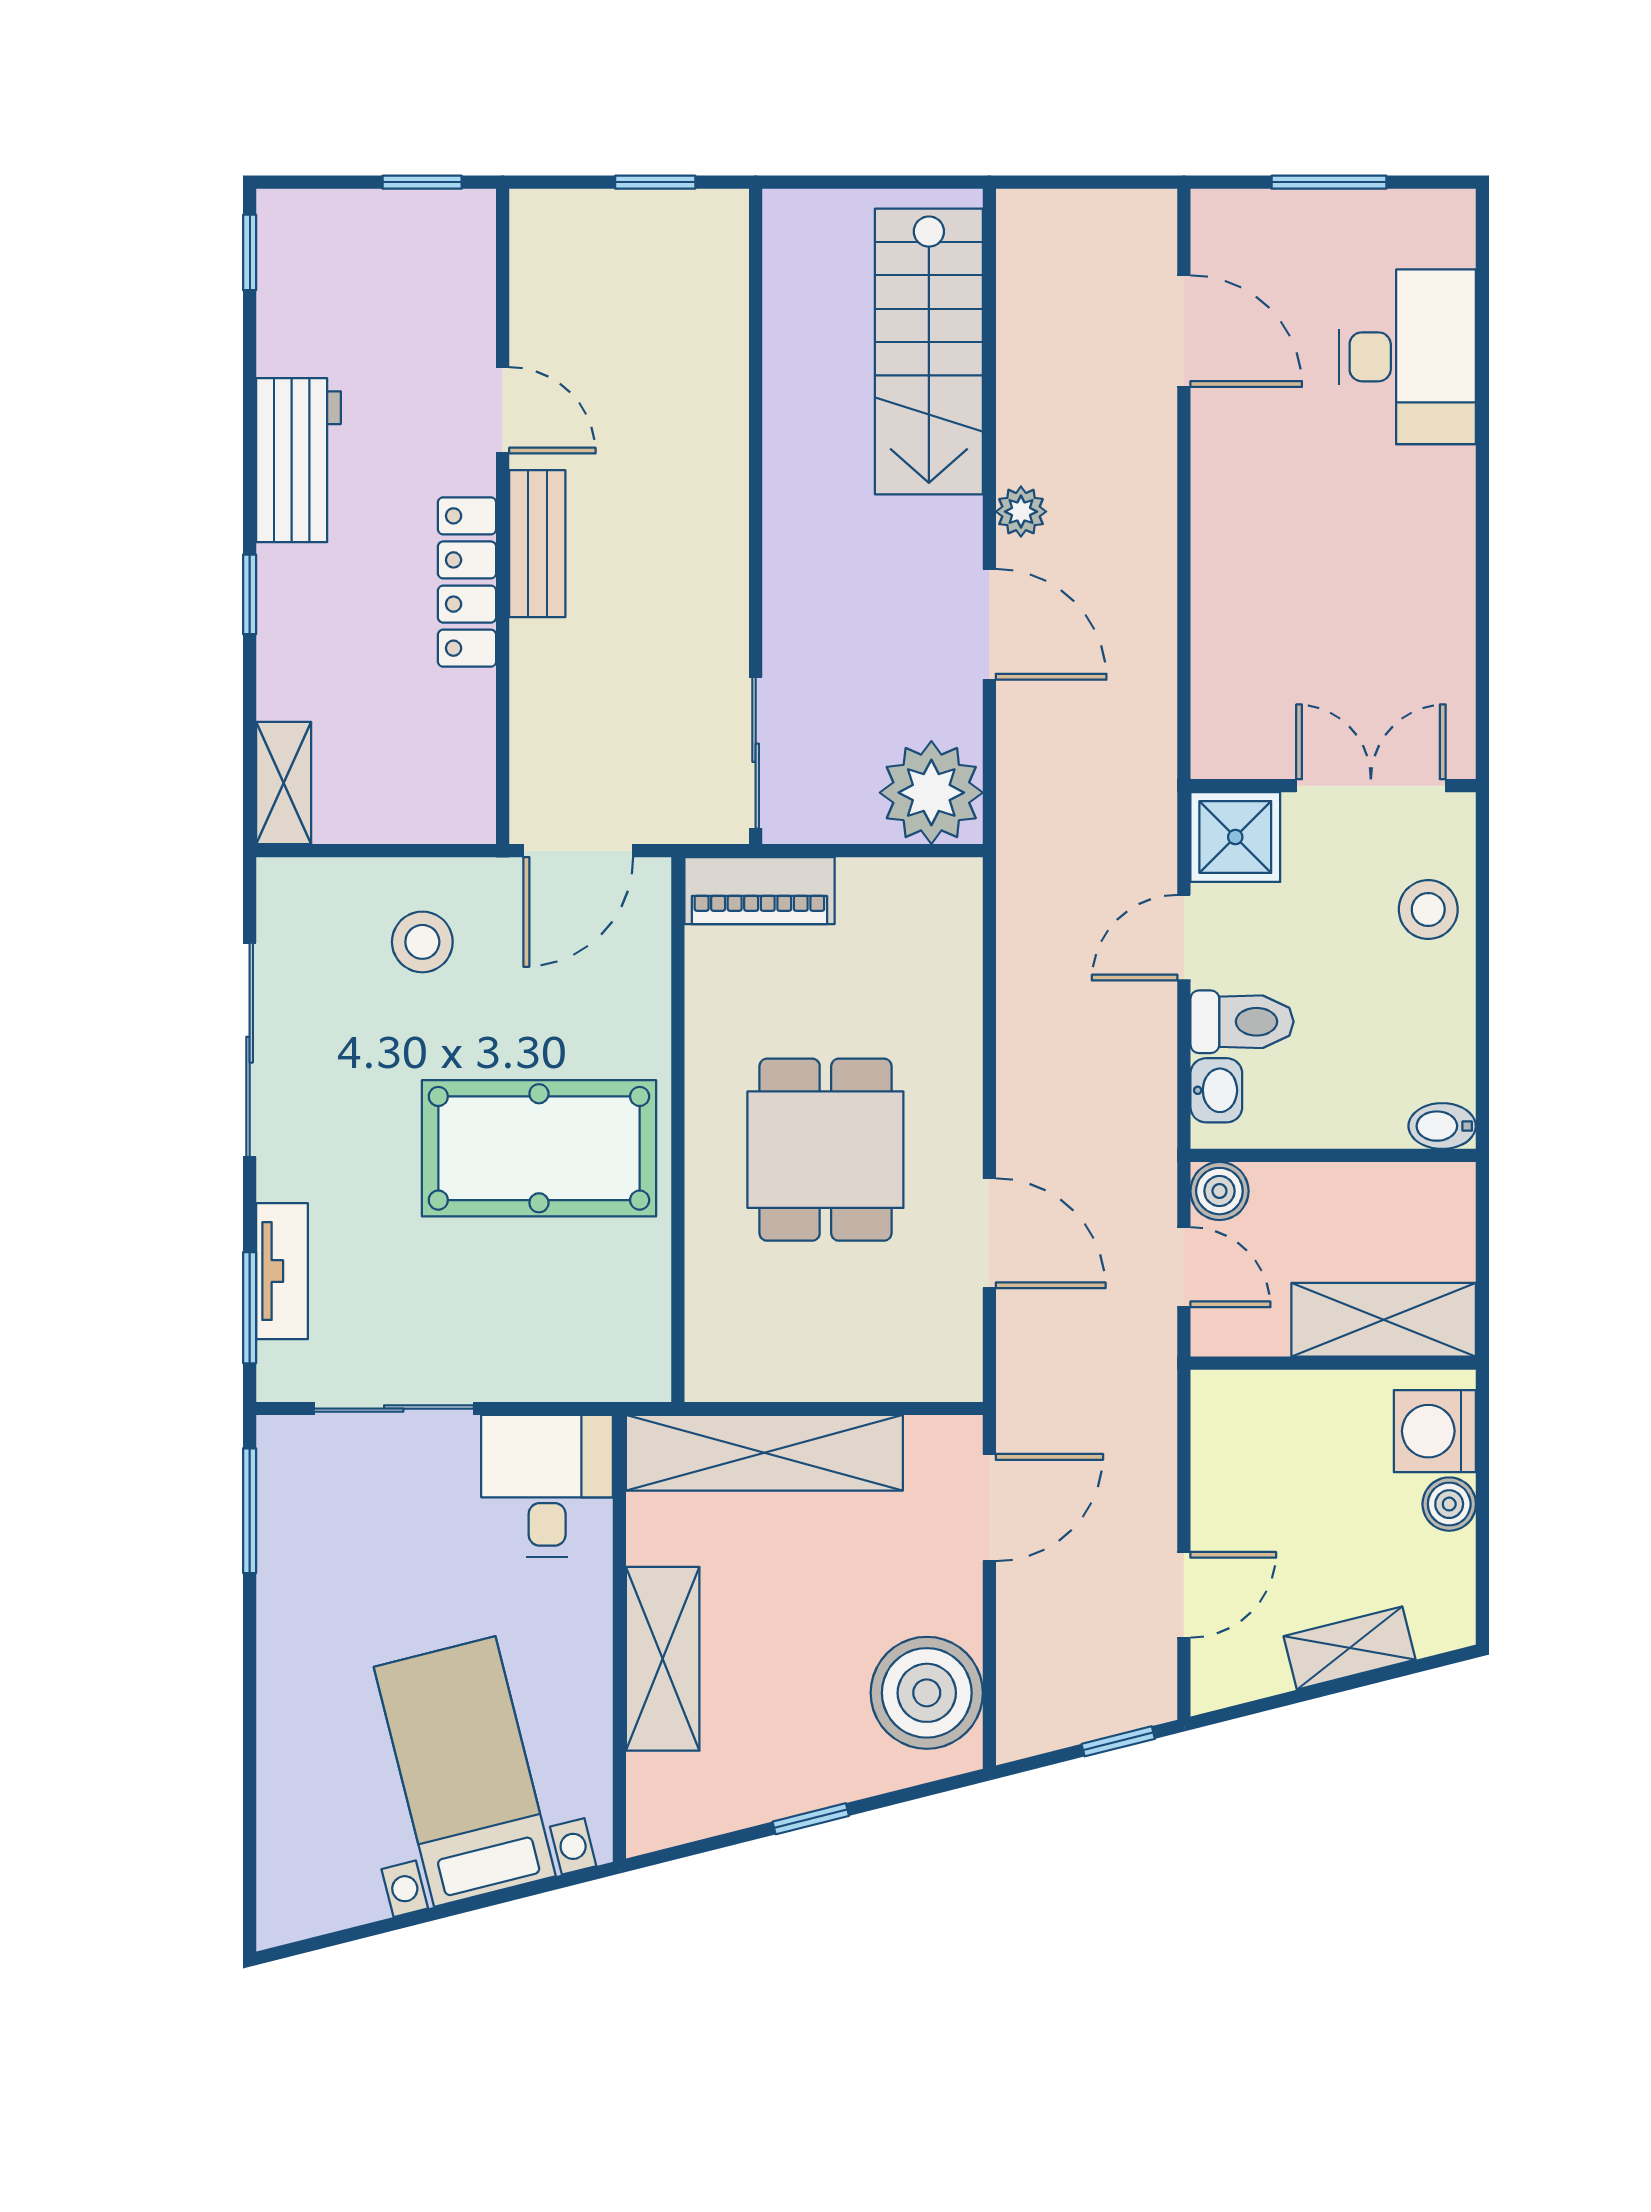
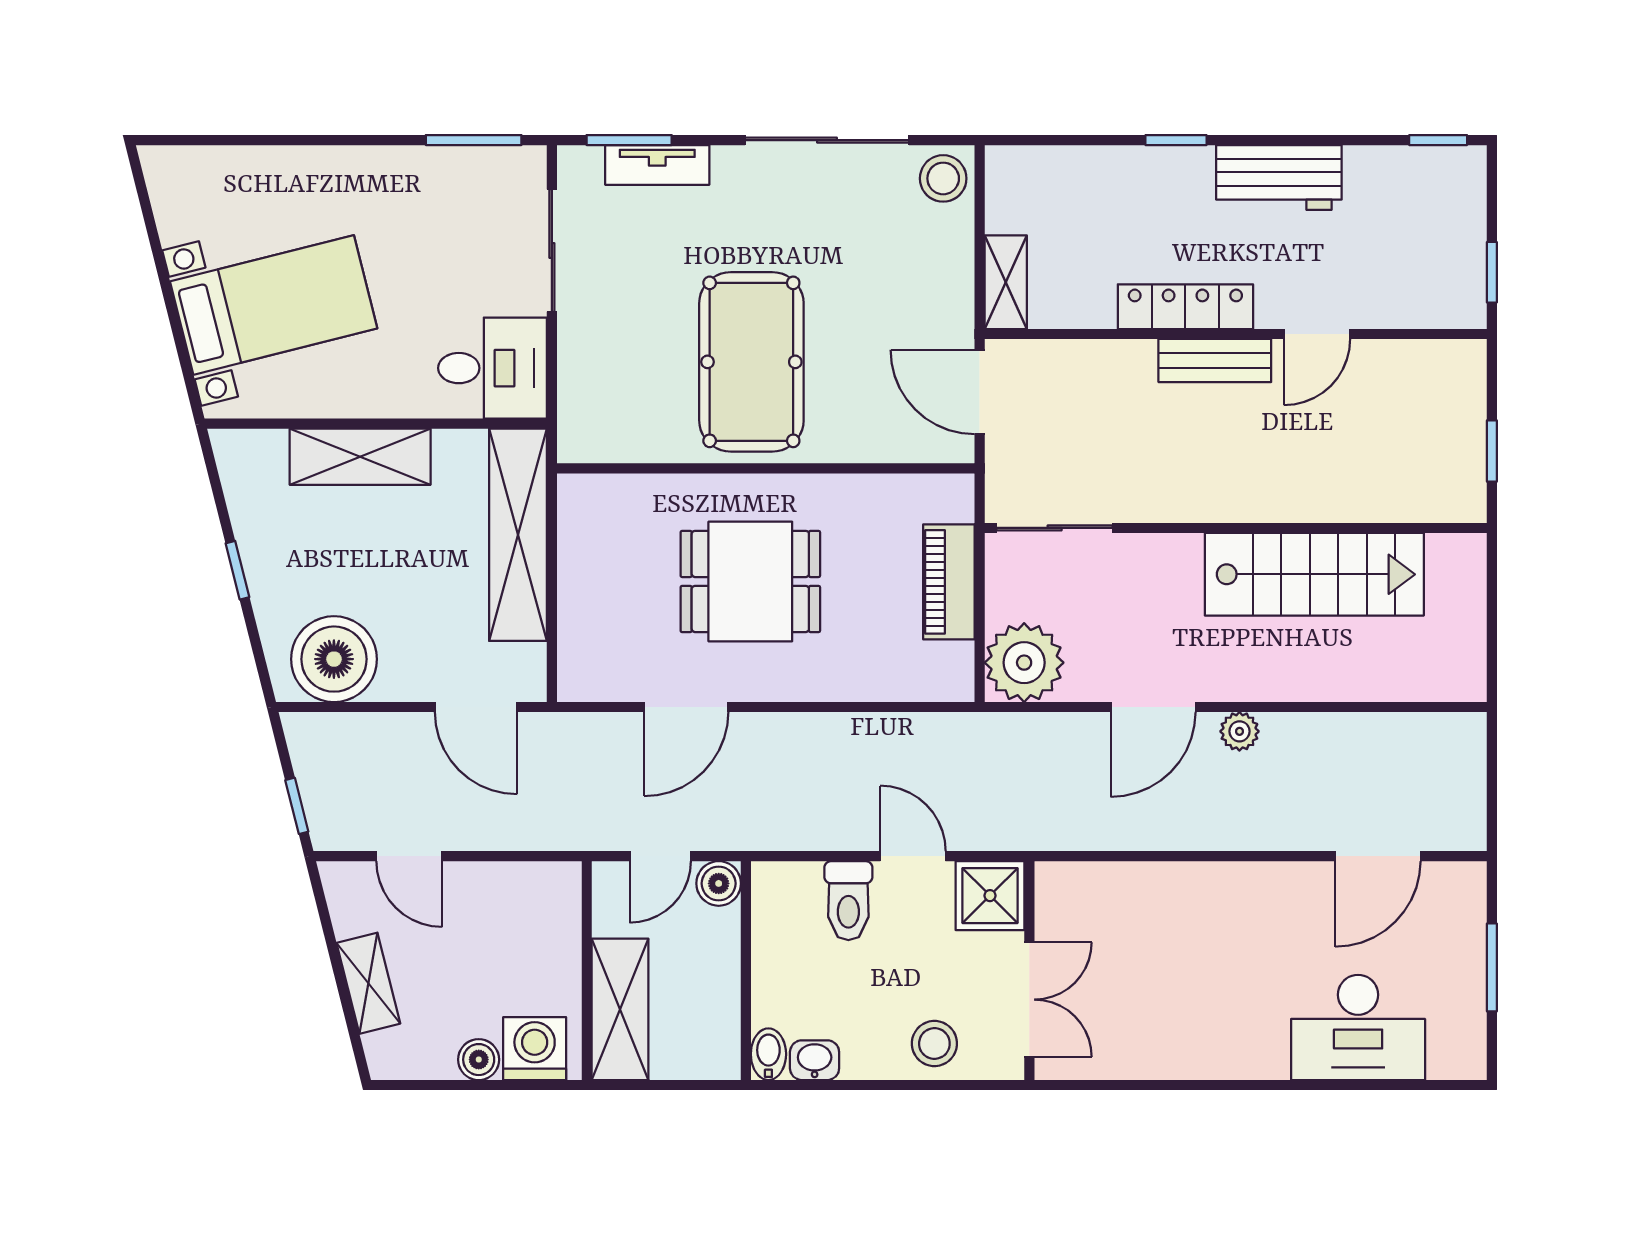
stairs: (929, 352) -> (1314, 574), moved, turned 180
shelving: (284, 783) -> (1006, 282), moved, turned 90
piano: (759, 891) -> (949, 582), moved
stool: (422, 942) -> (943, 178), moved
washbasin: (1216, 1090) -> (815, 1060), moved, turned 180

